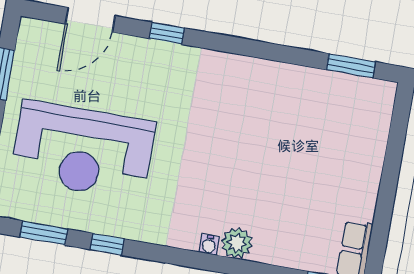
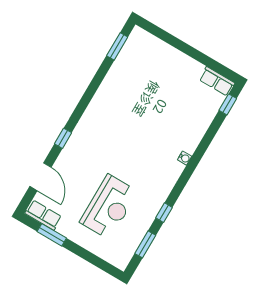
row of seats: (29, 48) -> (43, 215), added
reception desk: (83, 150) -> (109, 207), width x0.74, depth x0.77
plant: (237, 243) -> (189, 143), removed

